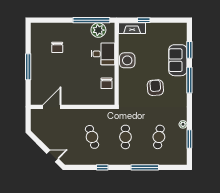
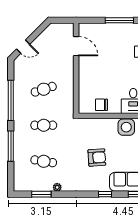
window: (189, 80) -> (105, 194), width x0.46
door: (53, 156) -> (23, 47), hinge flipped
window: (102, 167) -> (11, 100), width x3.17

